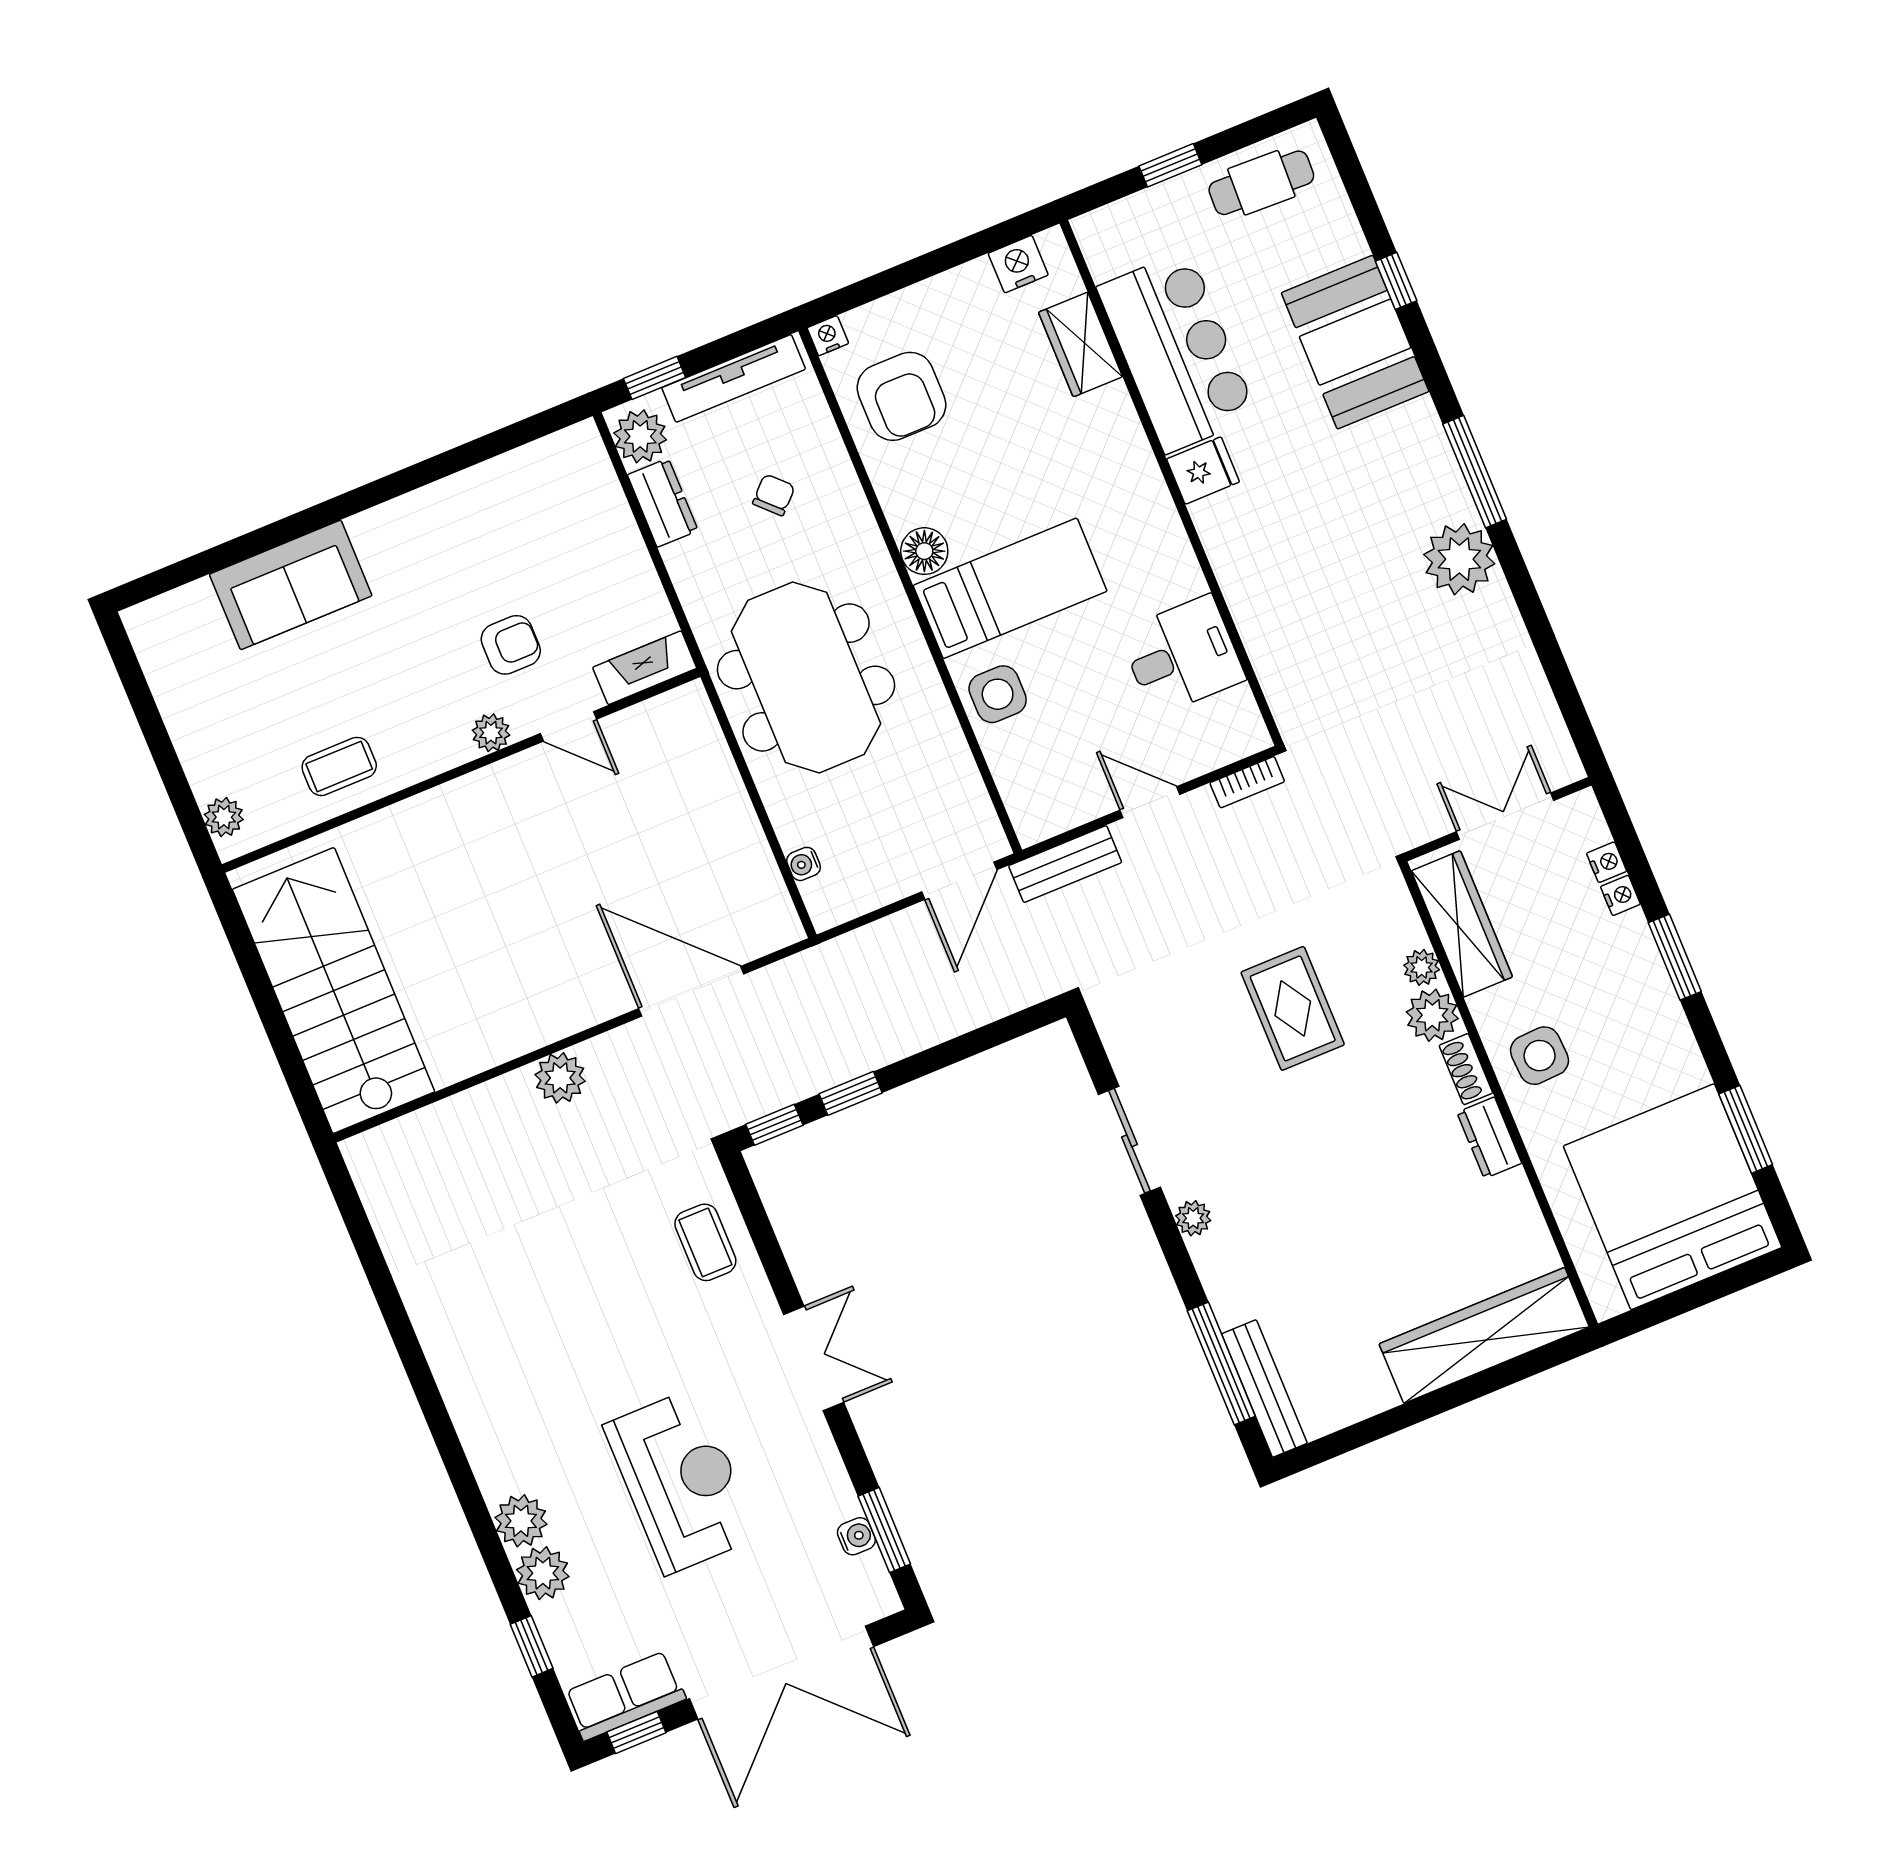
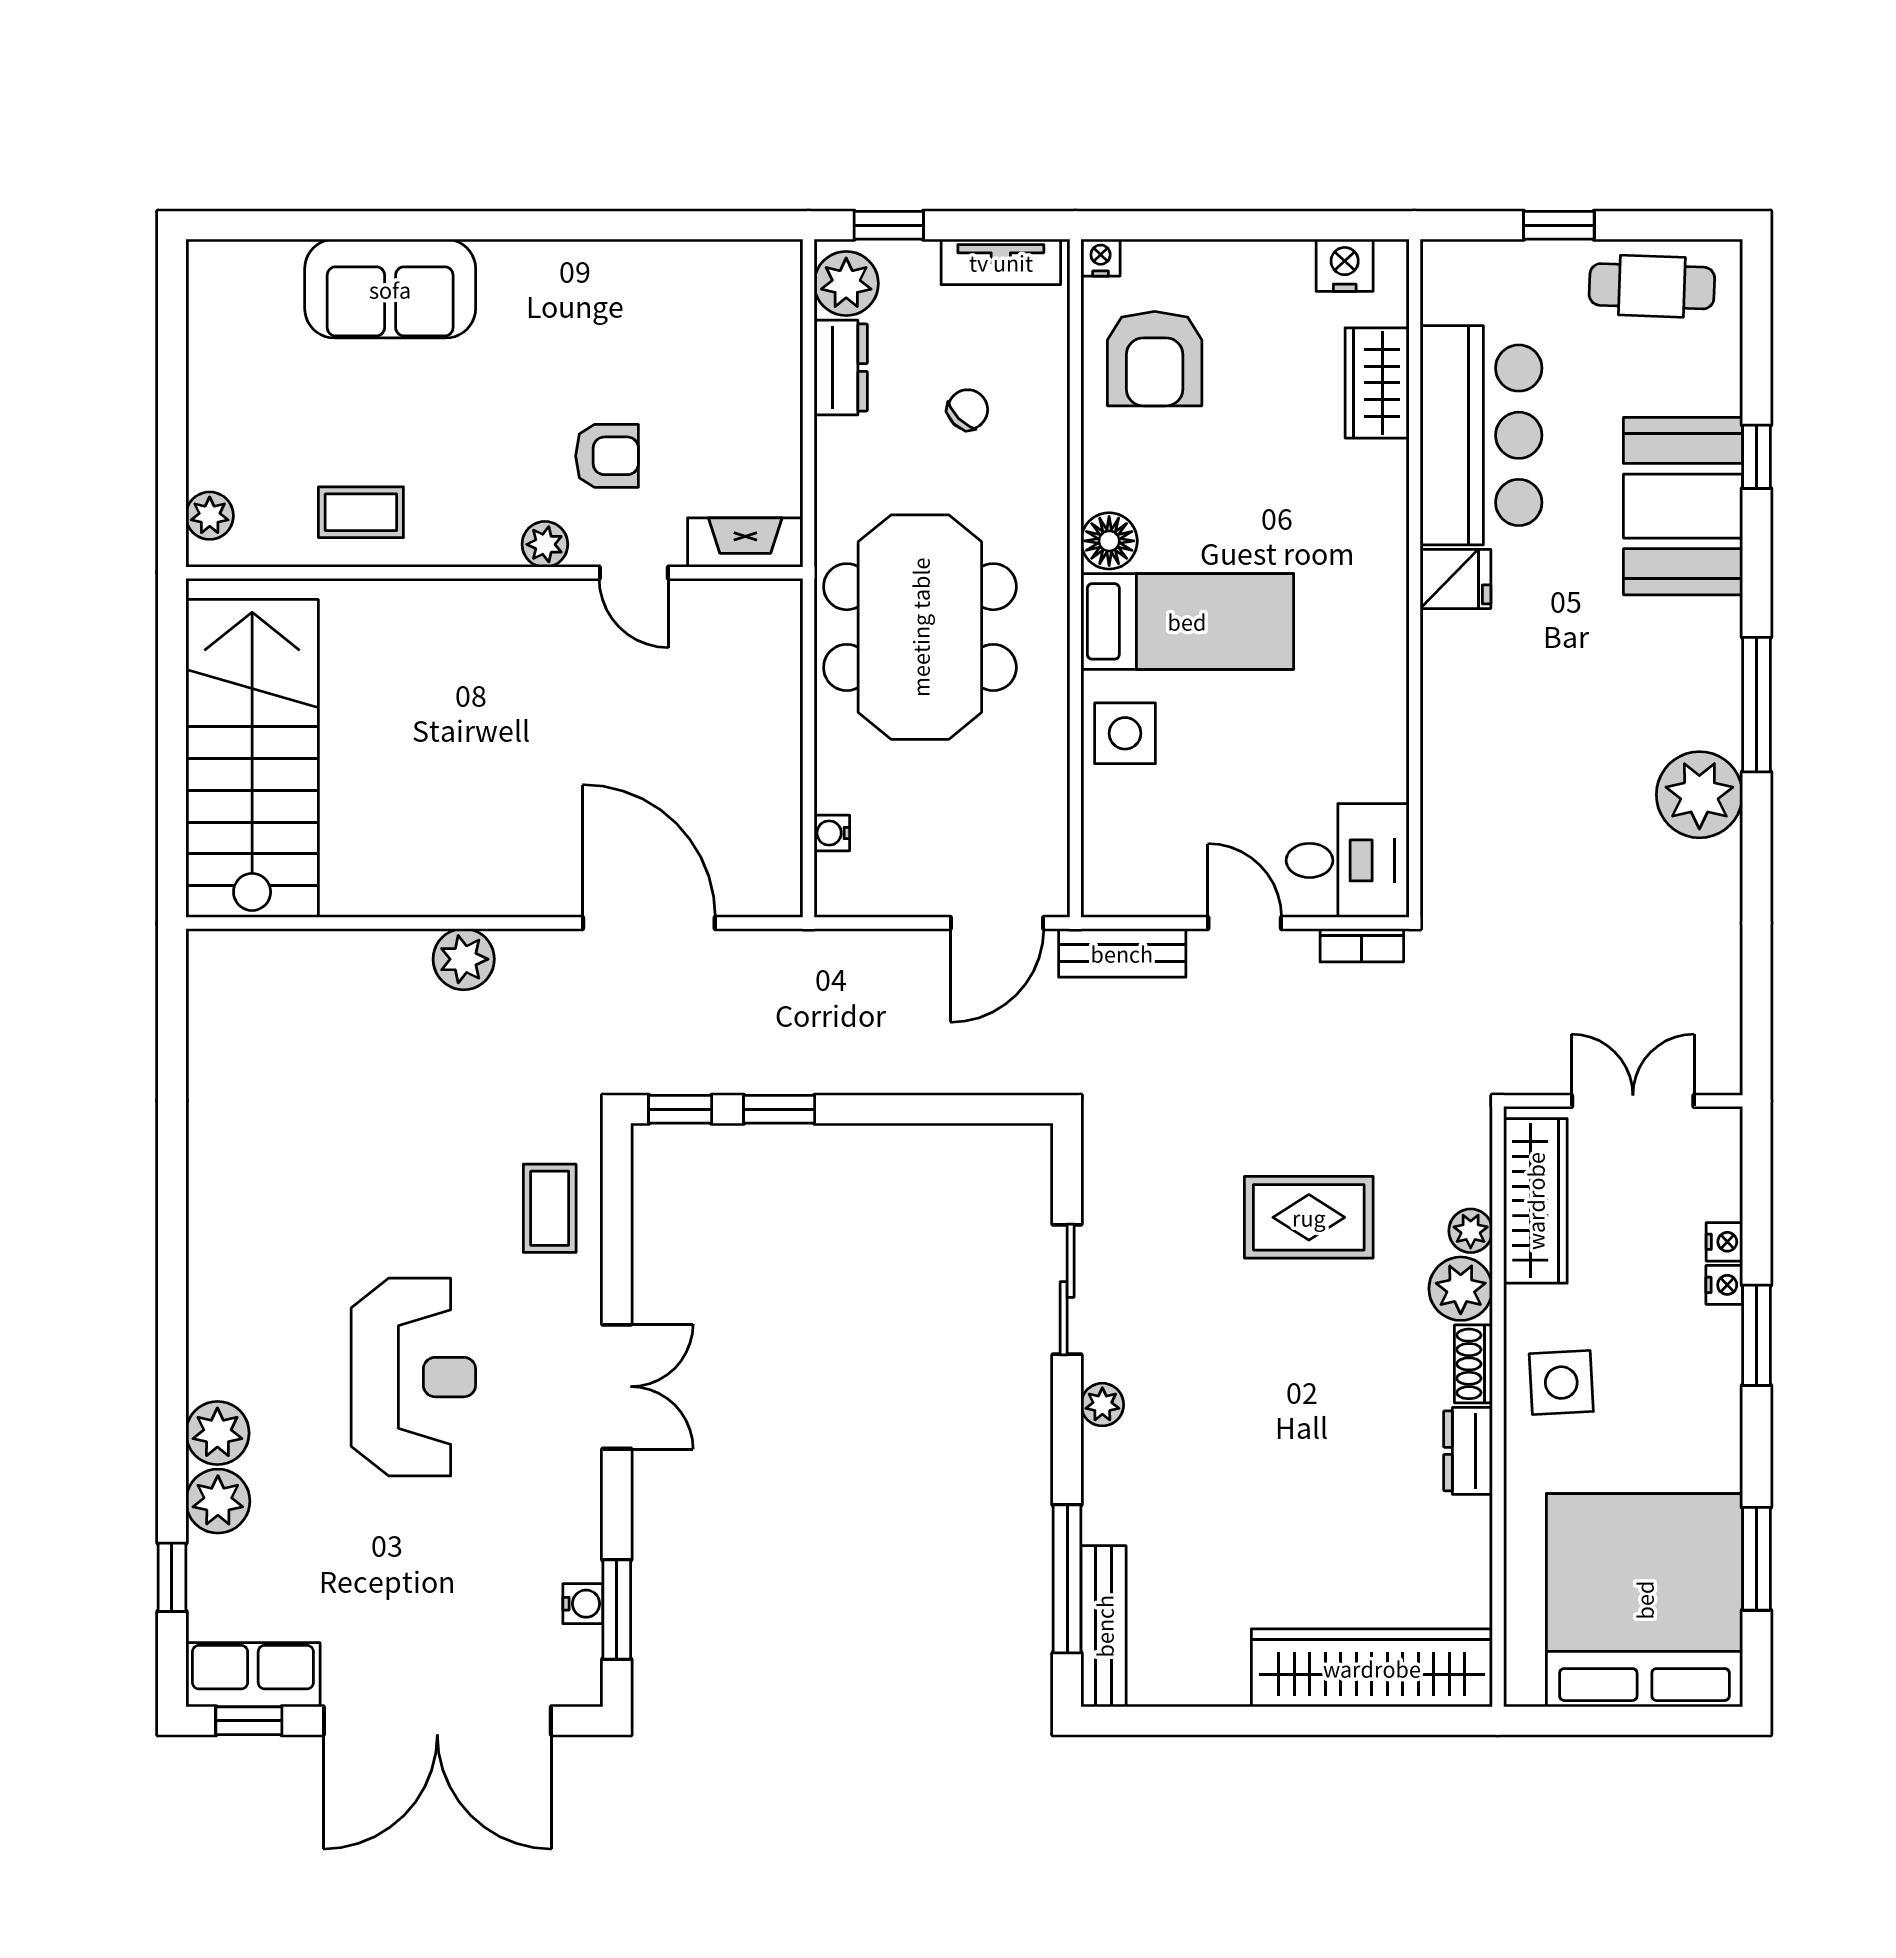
tv unit: (734, 378) -> (1001, 262), width x0.71
desk: (1182, 655) -> (1348, 860), moved
nightstand: (1607, 862) -> (1724, 1285), moved
rug: (1293, 1008) -> (1309, 1217), turned 90
reception desk: (681, 1481) -> (413, 1377), moved

